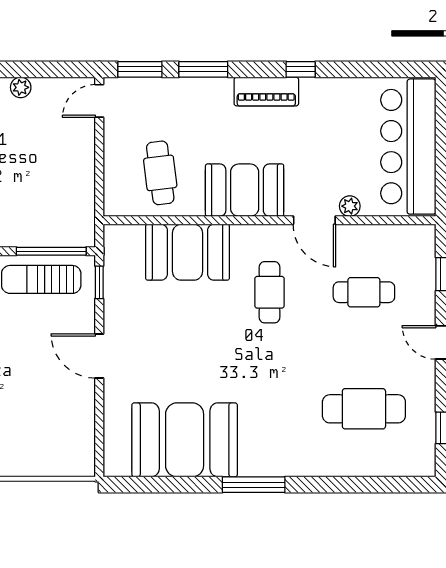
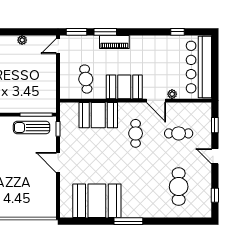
window: (301, 69) -> (177, 32), moved
piano: (266, 92) -> (114, 42), moved
cafe table: (364, 409) -> (179, 187), turned 90

